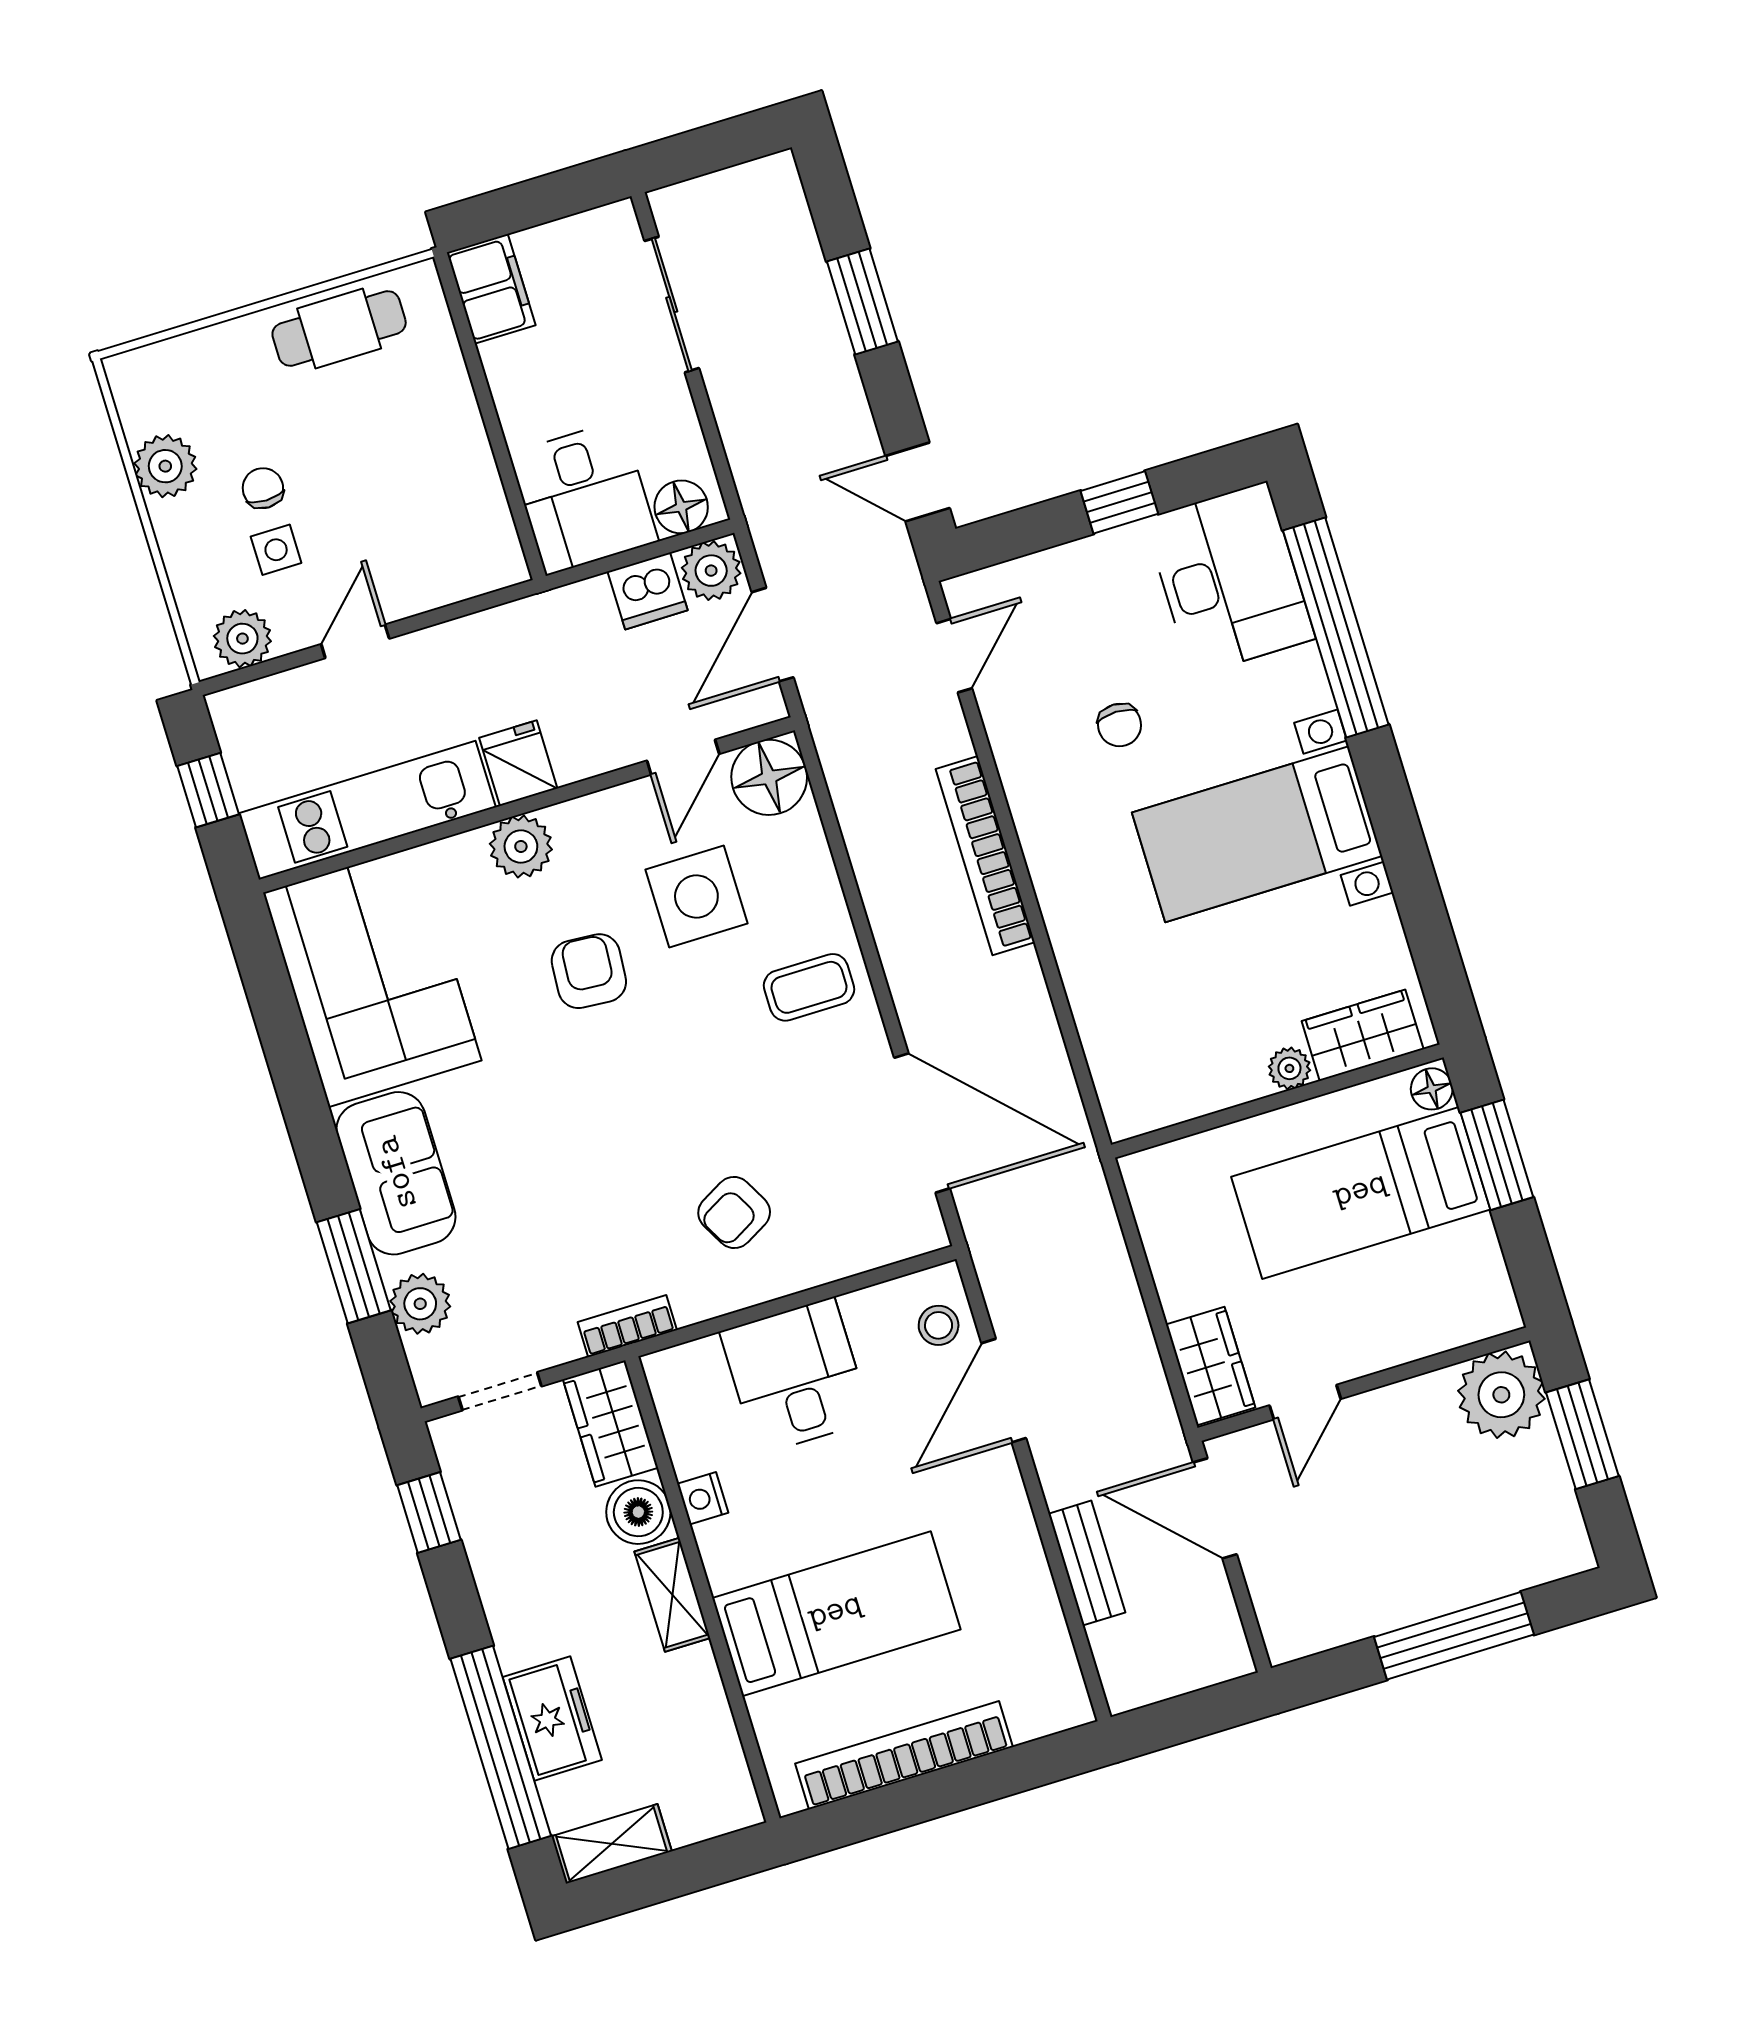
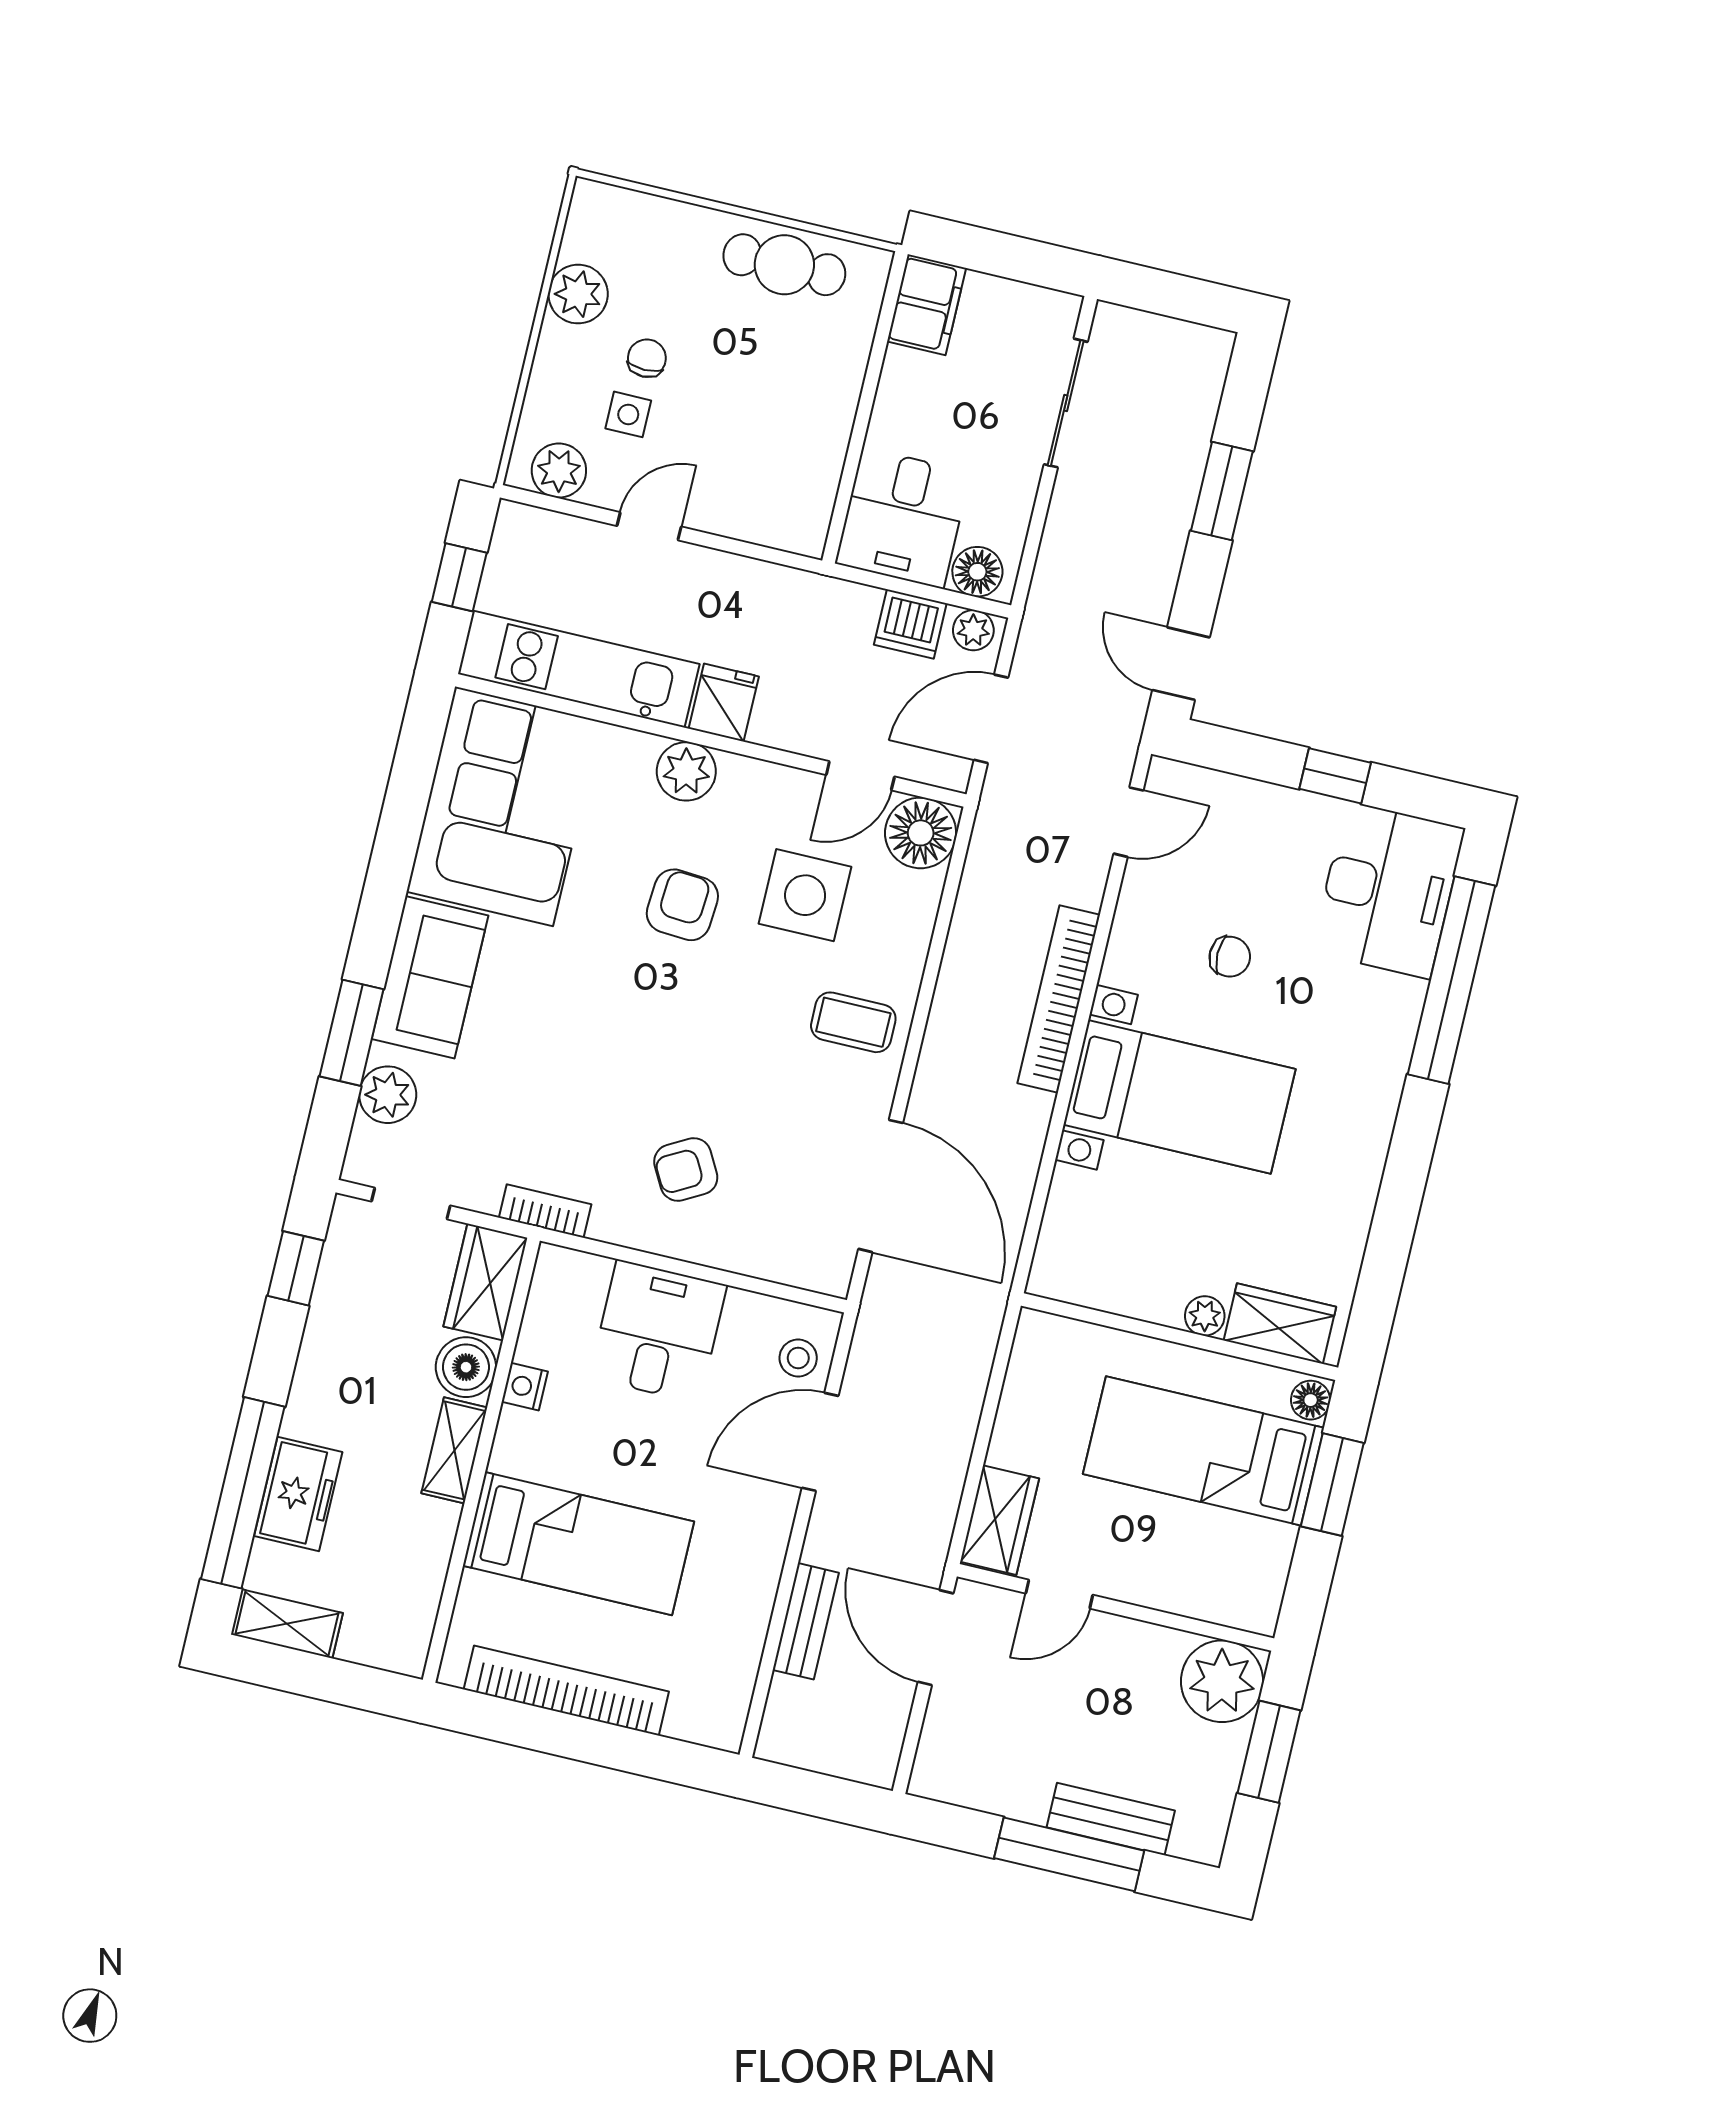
plant: (711, 571) -> (973, 630), width x0.73, depth x0.73
chair: (1120, 725) -> (1230, 957), turned -90
bed with nightstands: (1257, 834) -> (1179, 1097), moved, turned 180
bench: (1473, 1581) -> (1111, 1819), added

